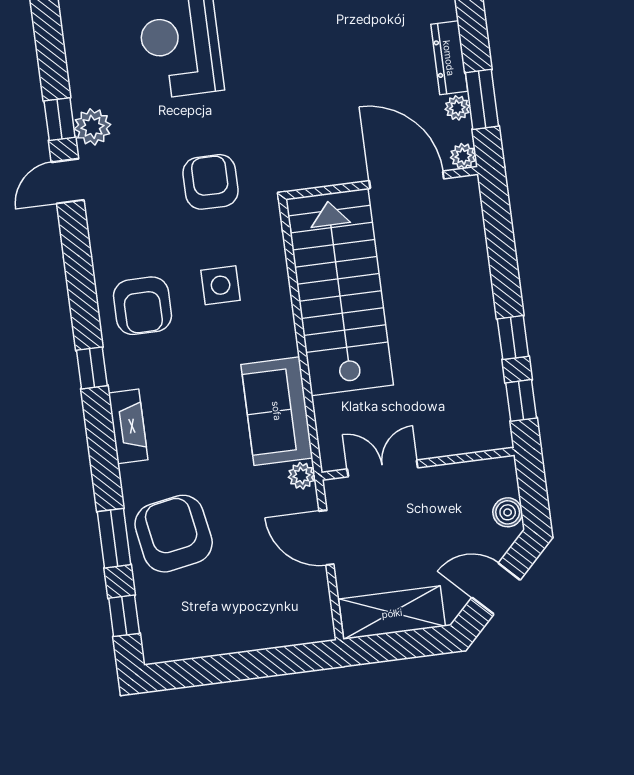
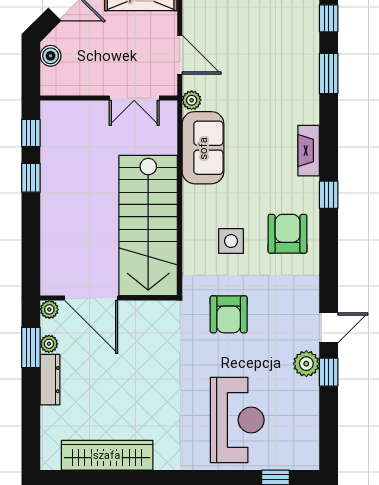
armchair: (174, 534) -> (286, 71), removed

